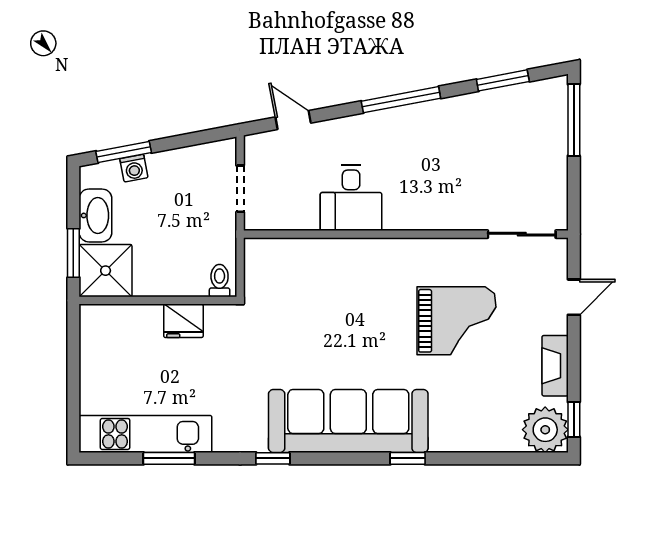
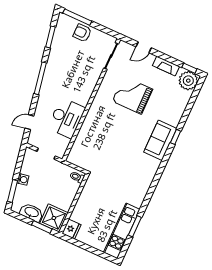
armchair: (544, 147) -> (82, 33), added
washing machine: (134, 168) -> (23, 179), moved
desk: (351, 198) -> (66, 118), width x1.37
door: (574, 297) -> (144, 47), swing flipped
fridge: (183, 321) -> (71, 229), moved
grand piano: (457, 321) -> (132, 95), turned -90
sofa: (348, 421) -> (160, 140), width x0.54, depth x0.79
window: (273, 458) -> (153, 187), removed

